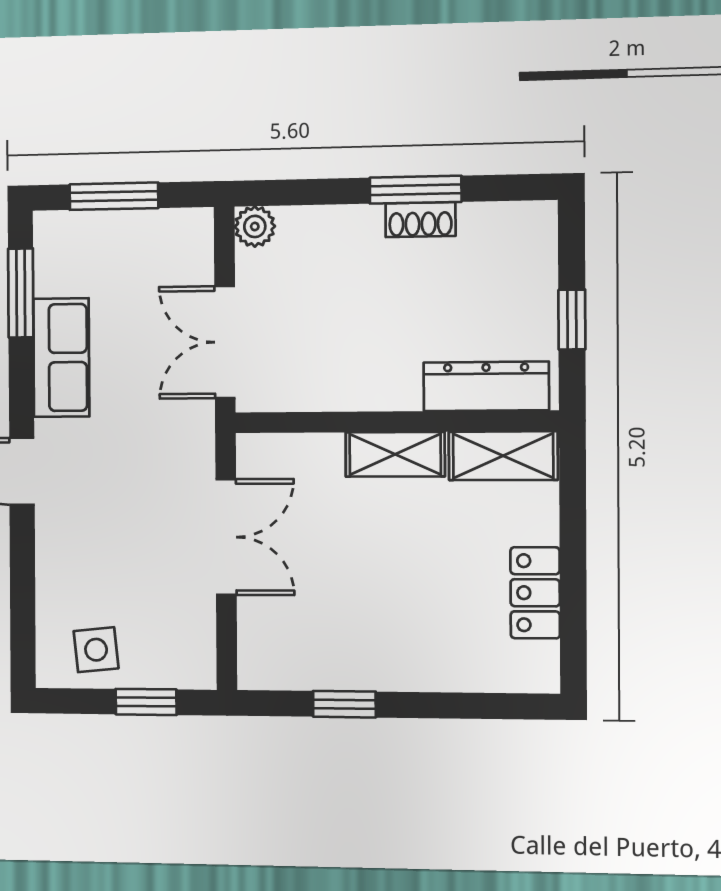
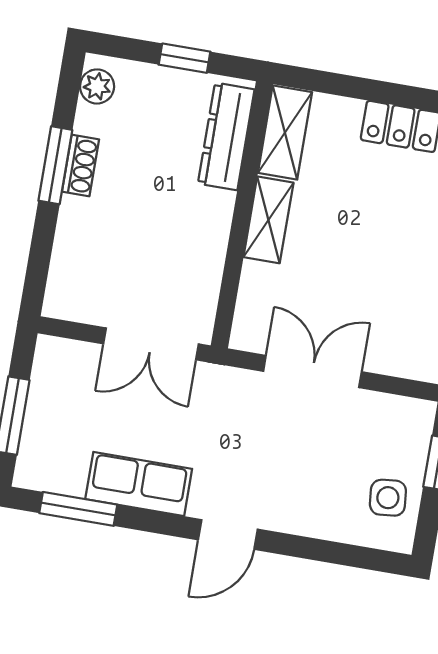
plant: (255, 226) -> (97, 86), moved

